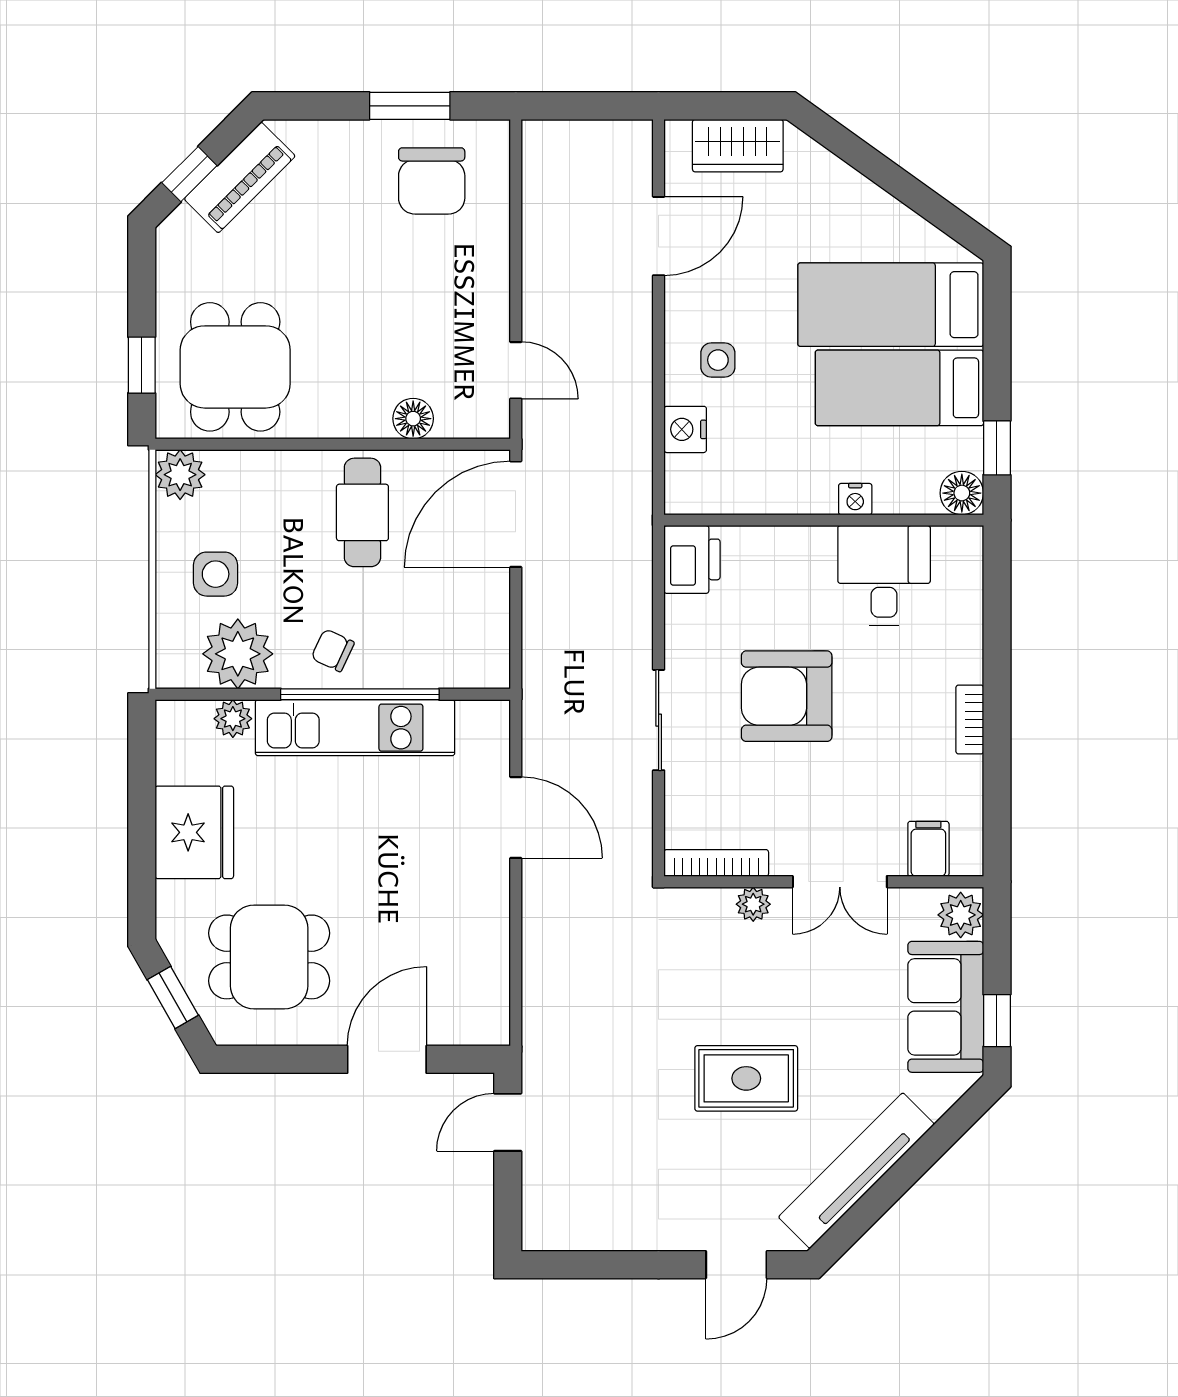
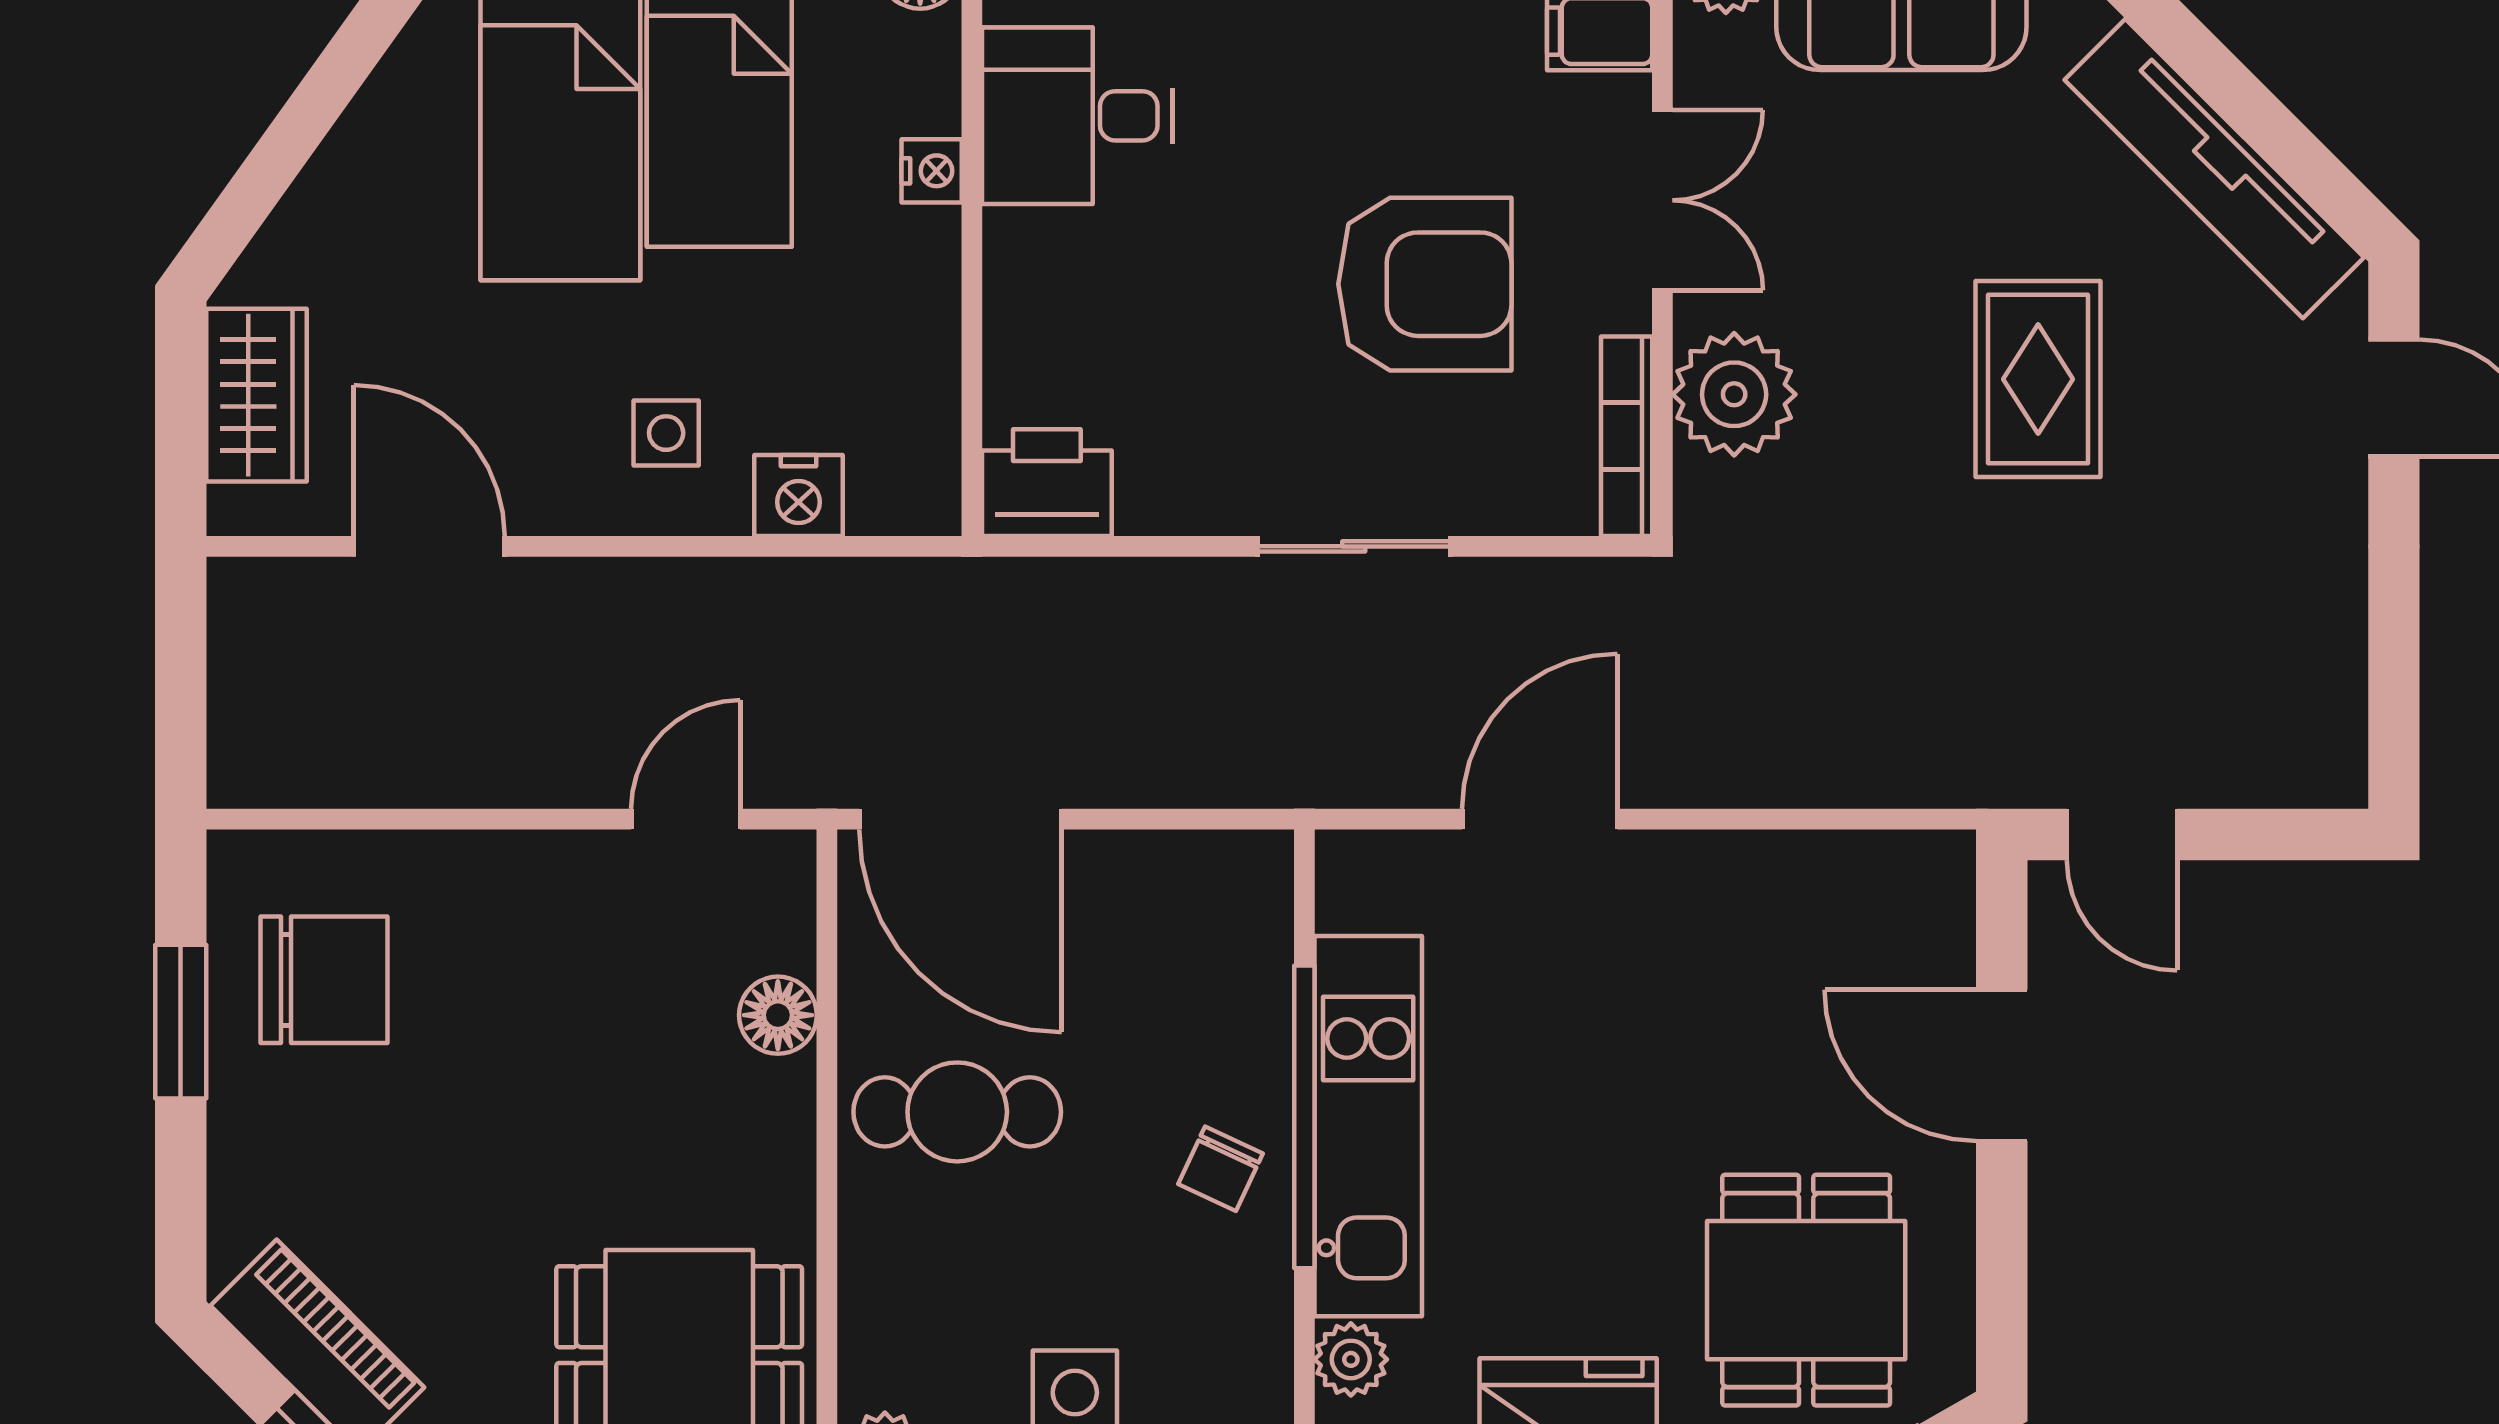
plant: (238, 654) -> (1227, 1350), removed
armchair: (787, 696) -> (1425, 284), moved, turned -90
plant: (753, 904) -> (1734, 394), width x1.88, depth x1.88

